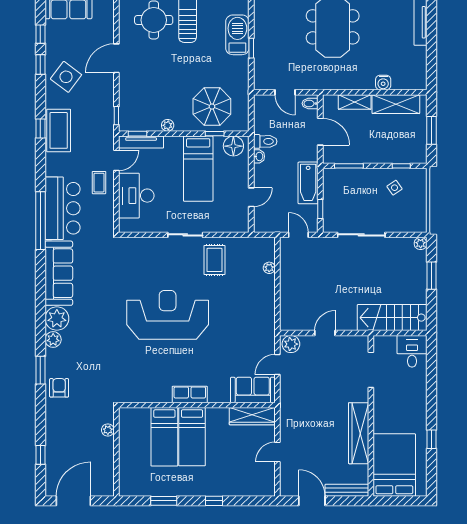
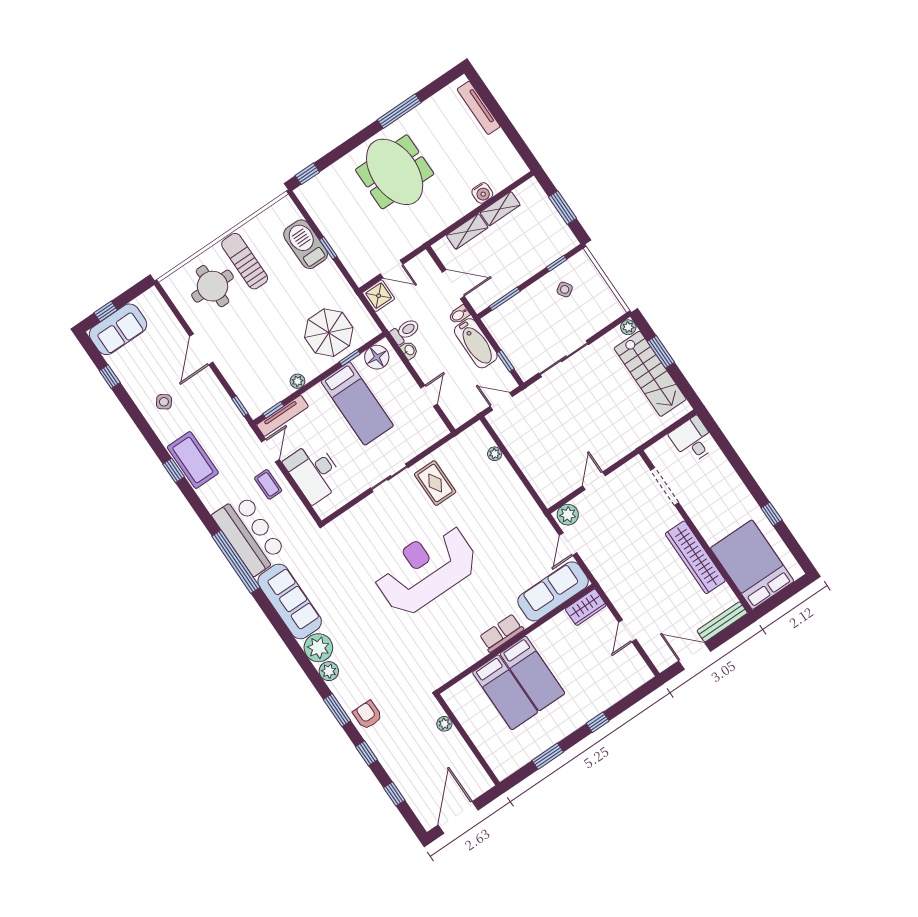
window: (40, 65) -> (366, 753), moved
side table: (66, 77) -> (164, 402), width x0.54, depth x0.54
bidet: (310, 103) -> (459, 315), moved
shelving: (396, 104) -> (500, 209), width x0.67, depth x0.75
shower: (264, 105) -> (379, 296), added
stairs: (392, 318) -> (650, 374), moved, turned -90
sofa: (253, 390) -> (553, 591), width x1.36
wardrobe: (252, 416) -> (586, 607), width x0.67

